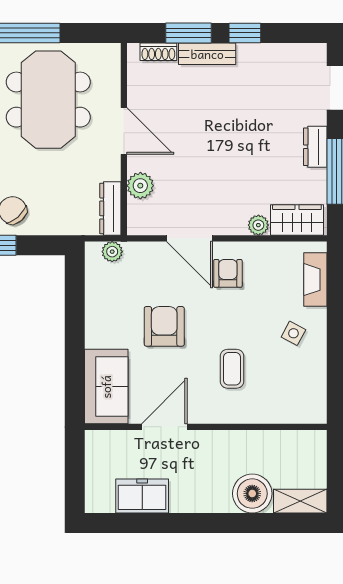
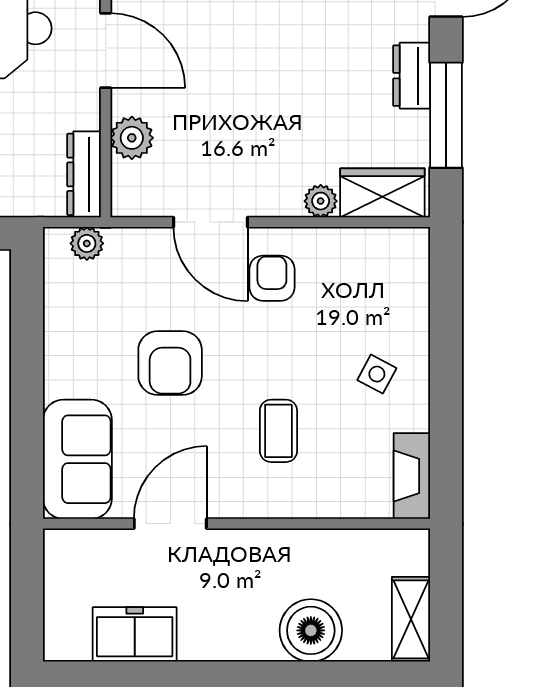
fireplace: (315, 280) -> (412, 476), moved
armchair: (164, 326) -> (170, 363), turned 180
shelving: (300, 501) -> (411, 619), moved, turned 90

